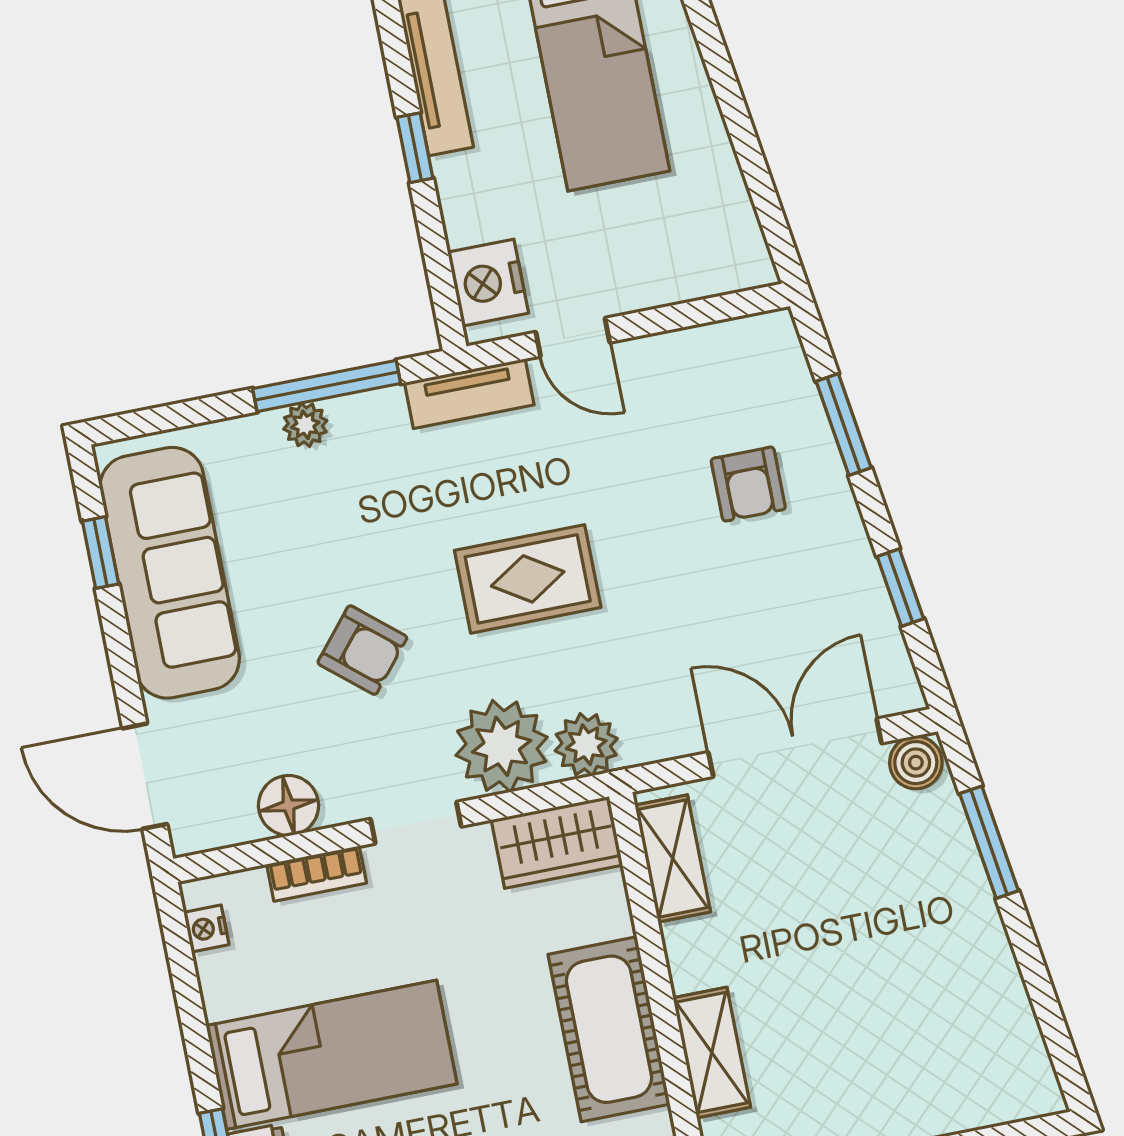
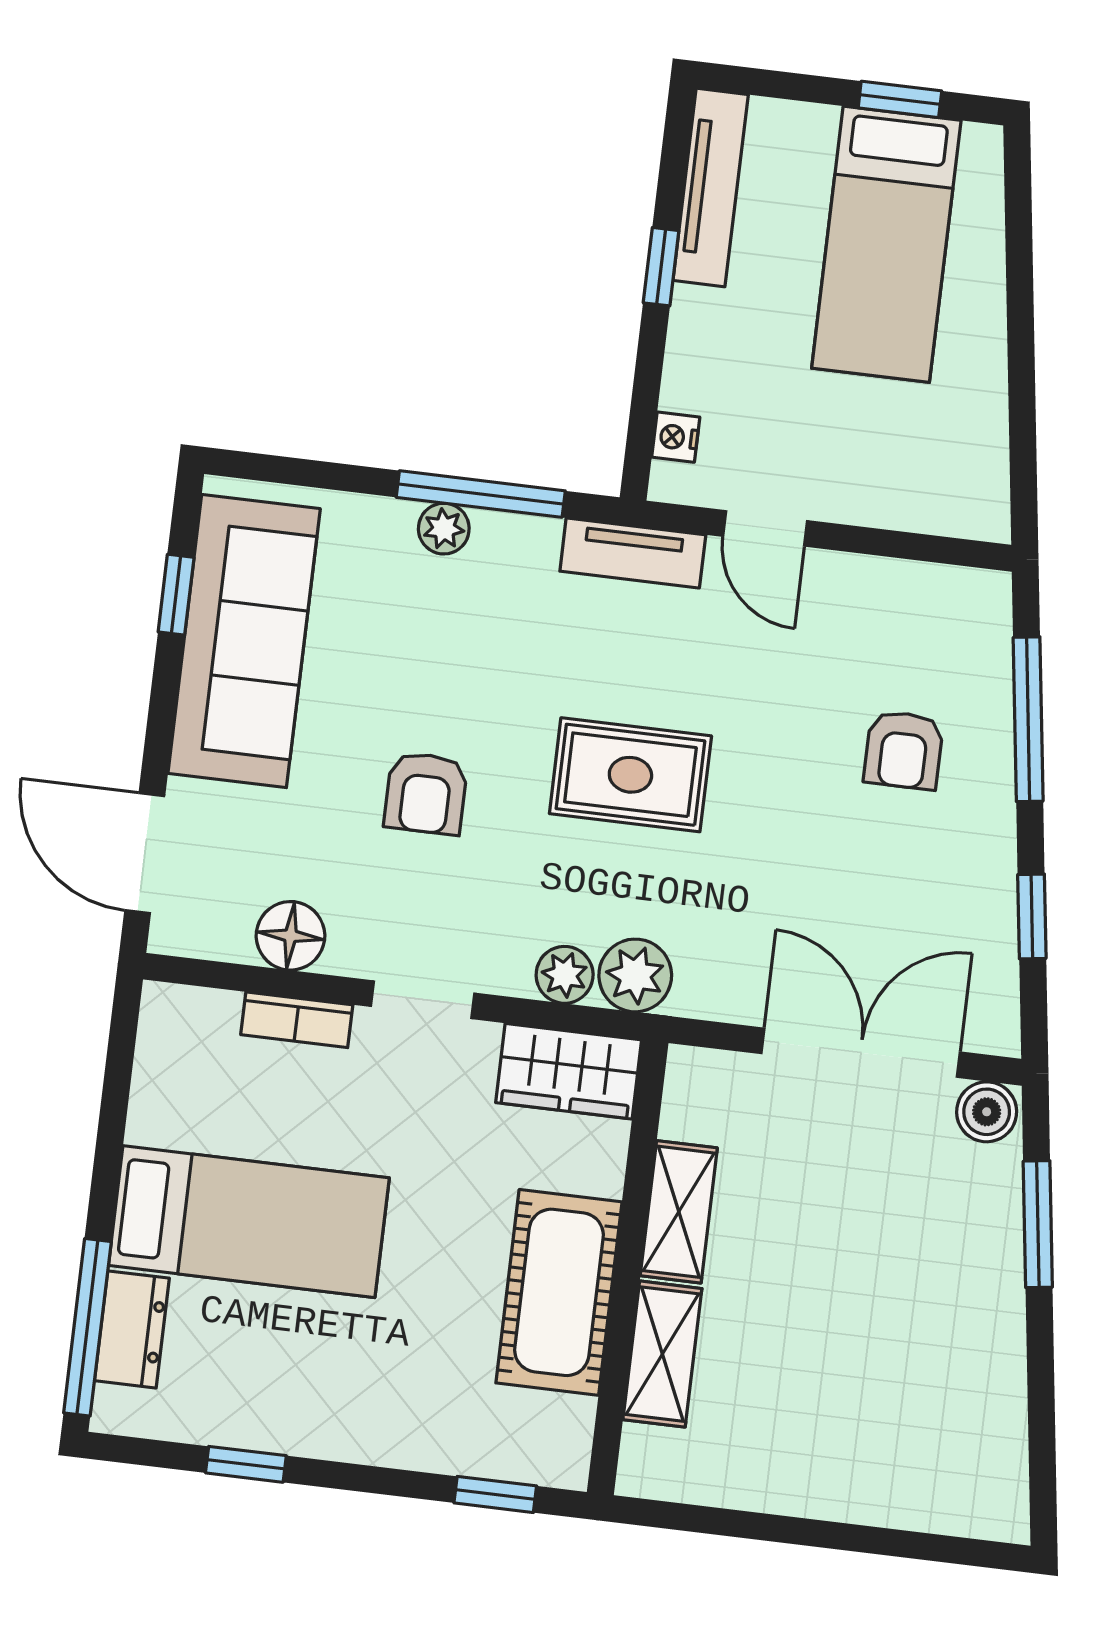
nightstand: (488, 283) -> (676, 437), width x0.53, depth x0.56
window: (844, 424) -> (1028, 719), width x1.44
armchair: (362, 650) -> (426, 793), turned 50
plant: (502, 746) -> (565, 975), width x0.53, depth x0.53
shelving: (673, 859) -> (679, 1212), moved
nightstand: (206, 929) -> (158, 1040), removed

